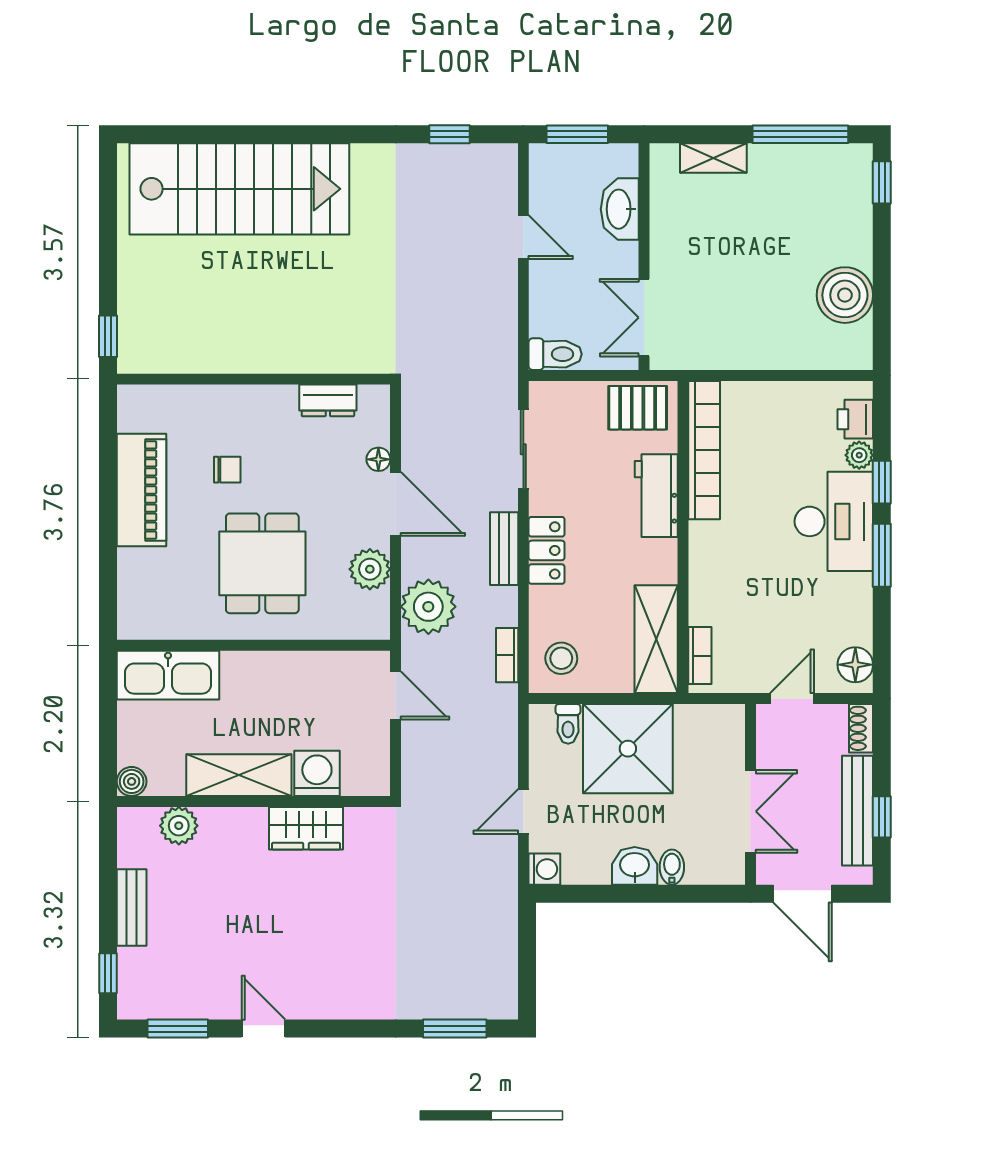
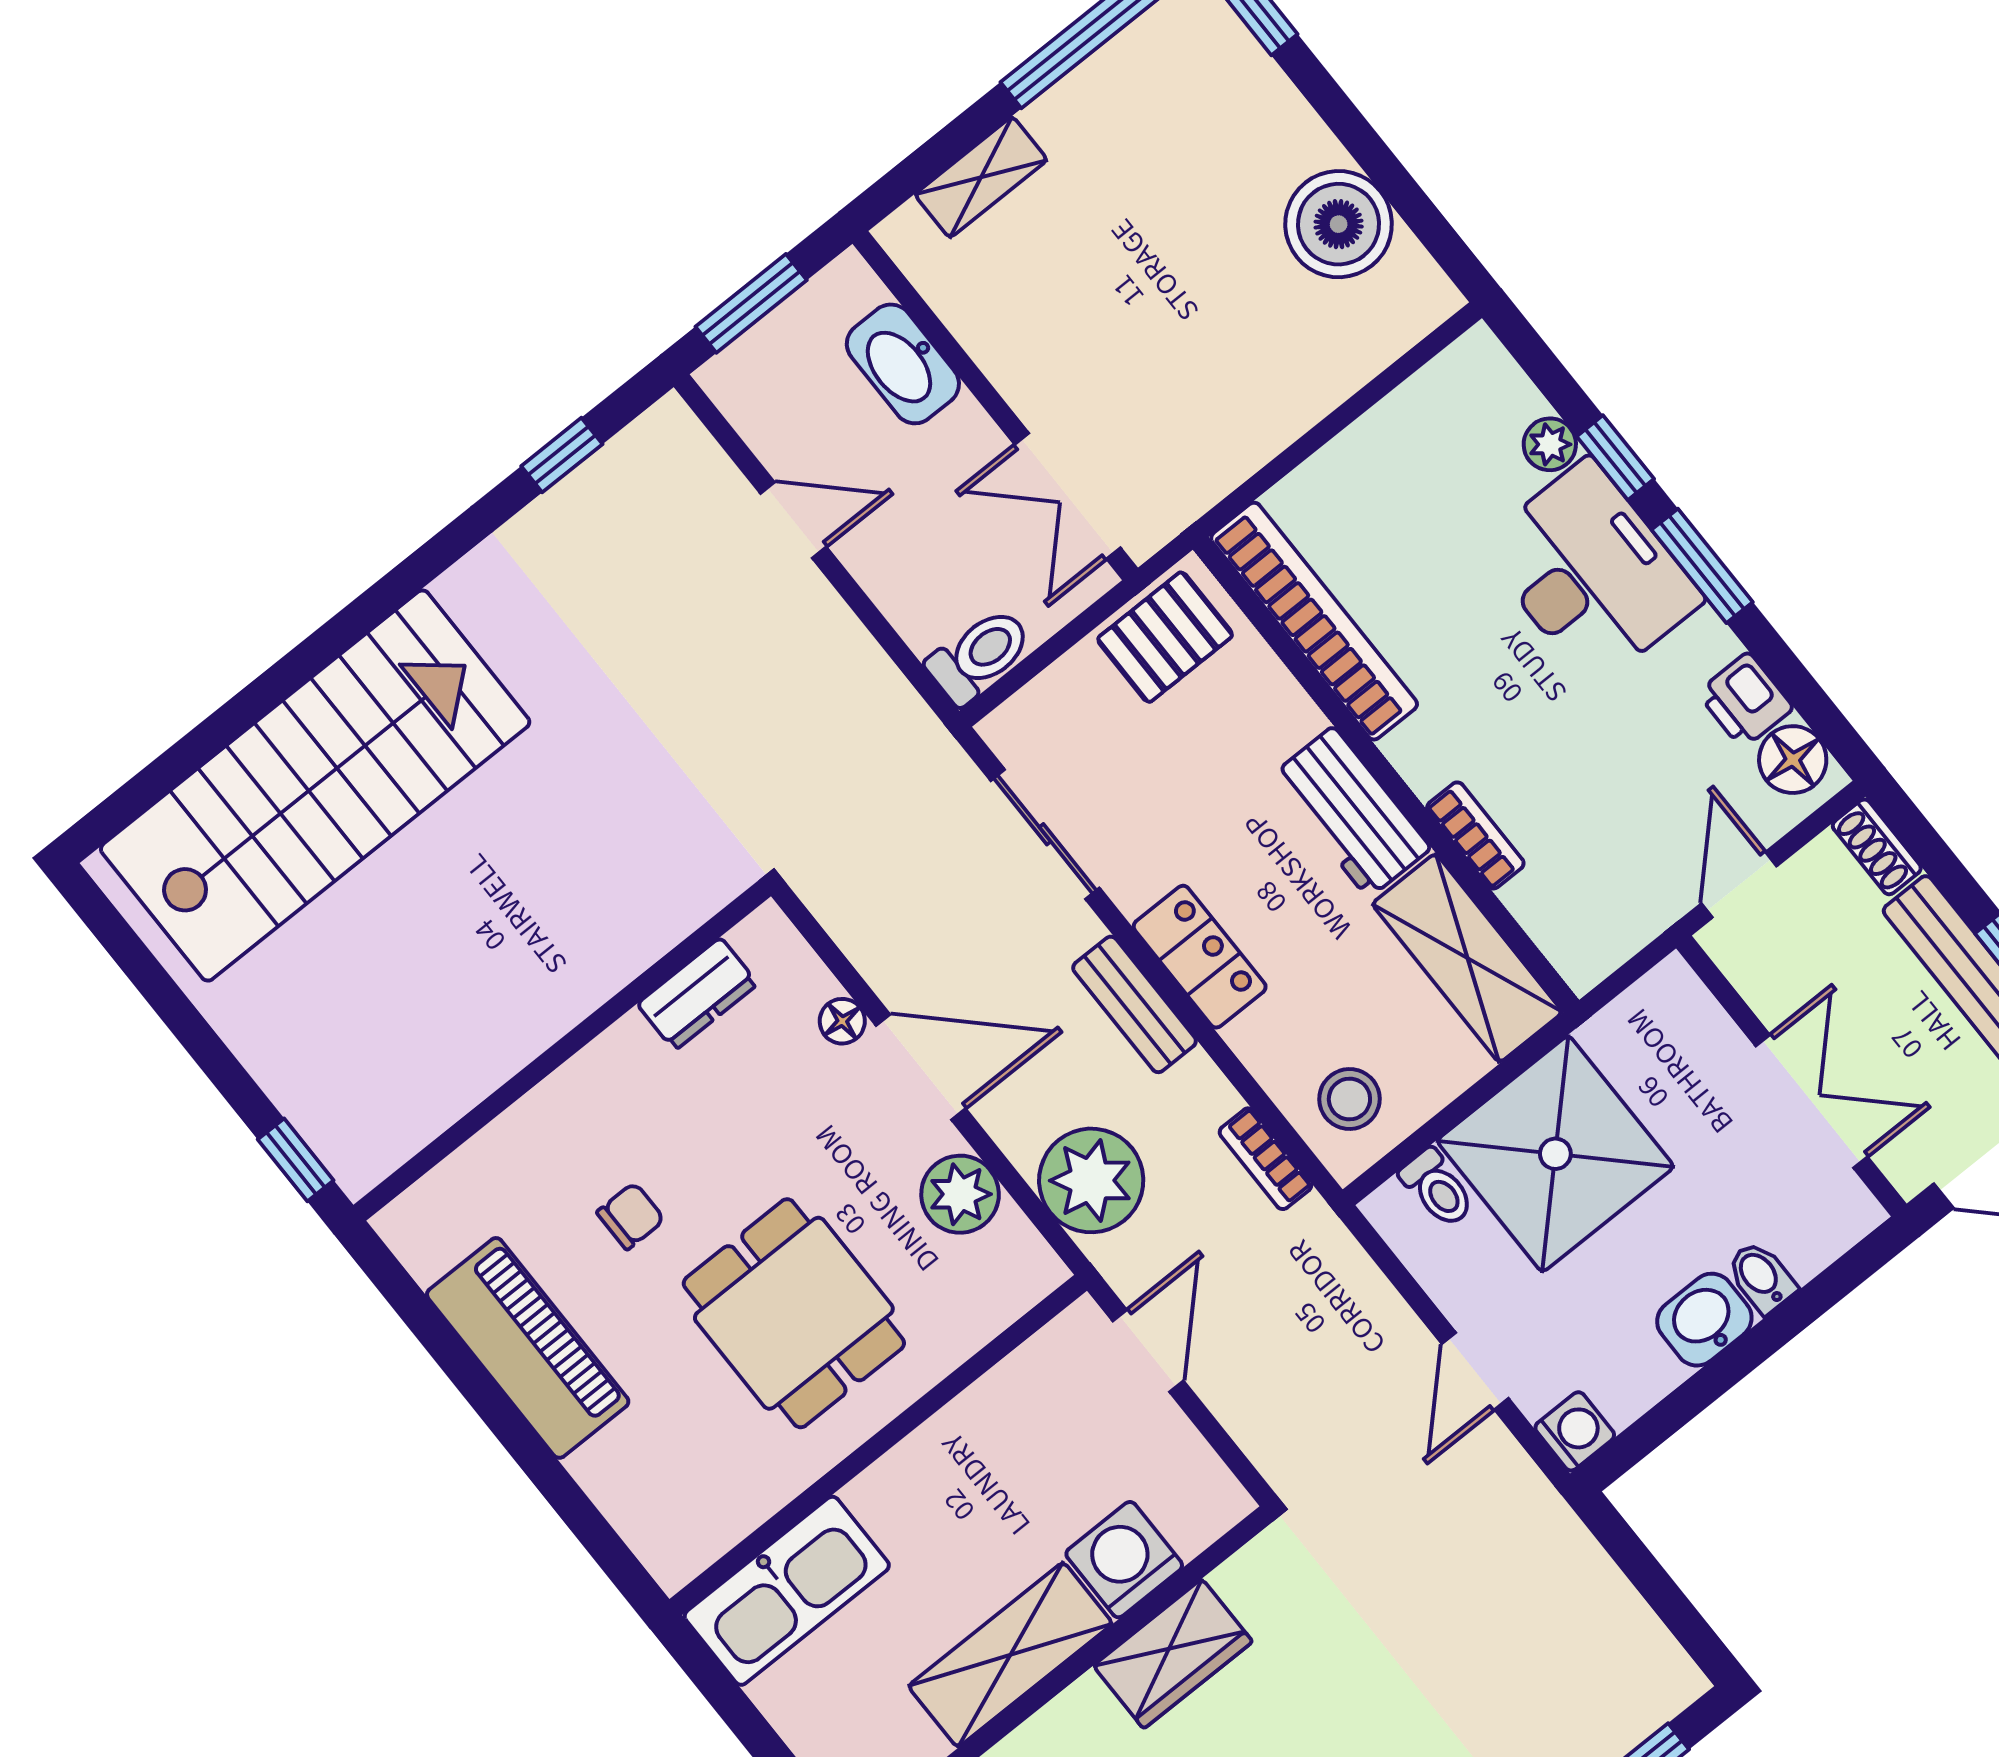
printer: (855, 419) -> (1745, 700), moved
workbench: (656, 496) -> (1351, 812), moved
bookcase: (700, 656) -> (1475, 835), moved
door: (396, 696) -> (1148, 1351), hinge flipped

